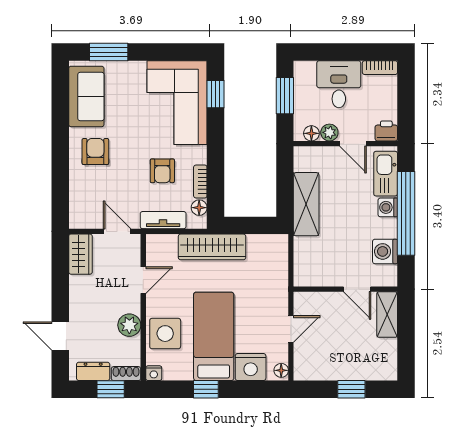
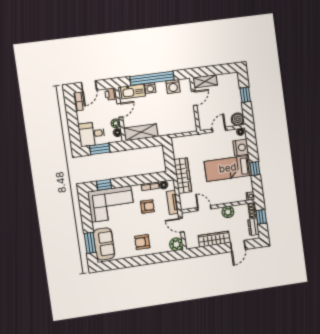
desk: (339, 84) -> (92, 134), moved
door: (406, 92) -> (89, 86), added
sofa: (86, 96) -> (104, 244), moved, turned 90
shelving: (306, 204) -> (141, 132), moved
plant: (81, 216) -> (176, 244), added
door: (117, 231) -> (181, 225), hinge flipped
wardrobe: (80, 254) -> (214, 239), moved, width x1.50
door: (291, 329) -> (219, 130), hinge flipped
side table: (165, 334) -> (230, 193), removed
boiler: (306, 368) -> (238, 119), added

